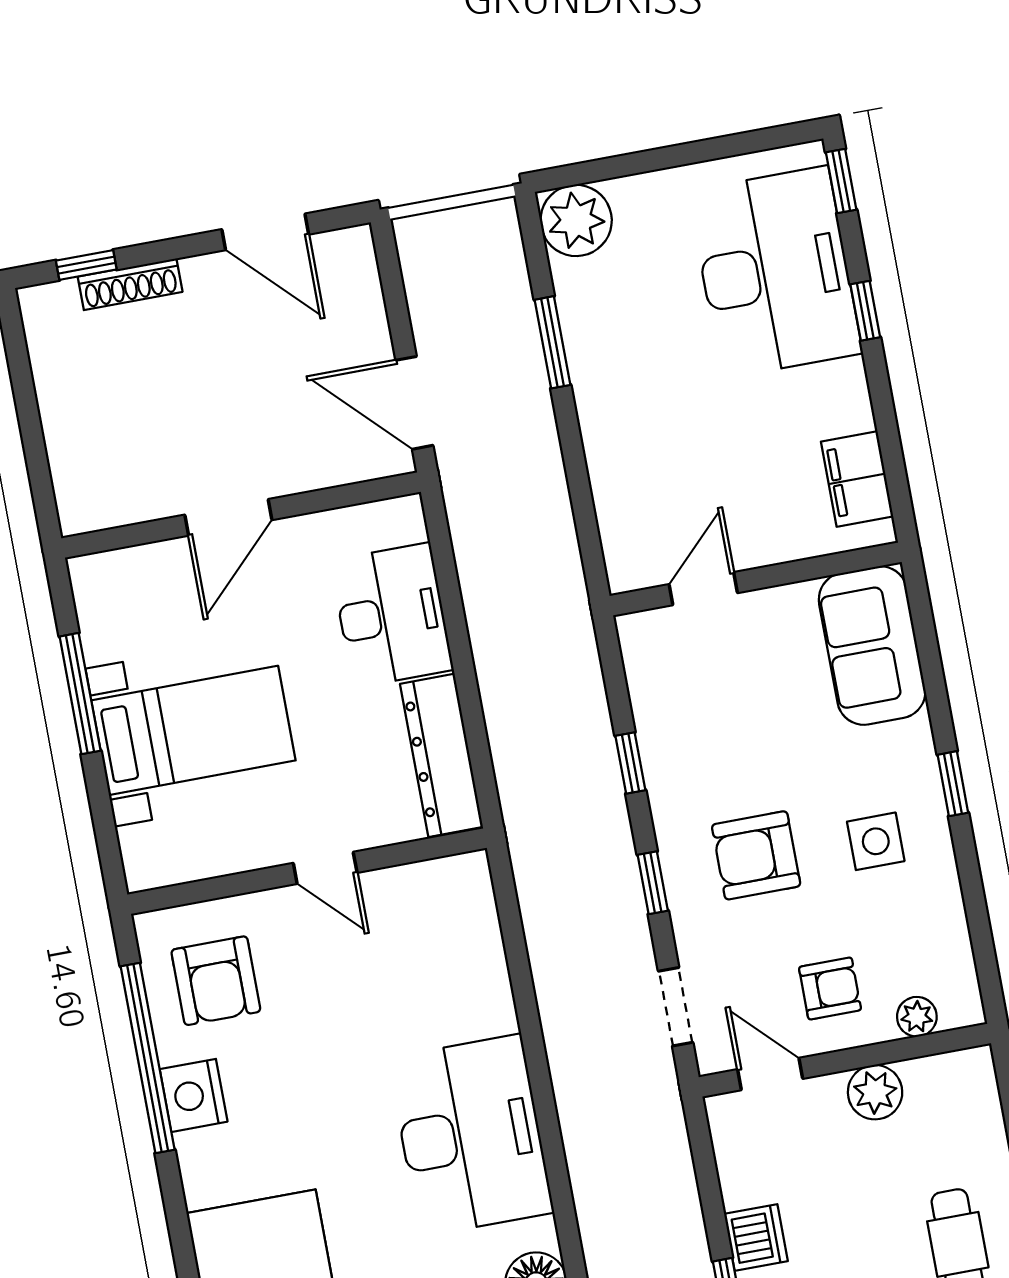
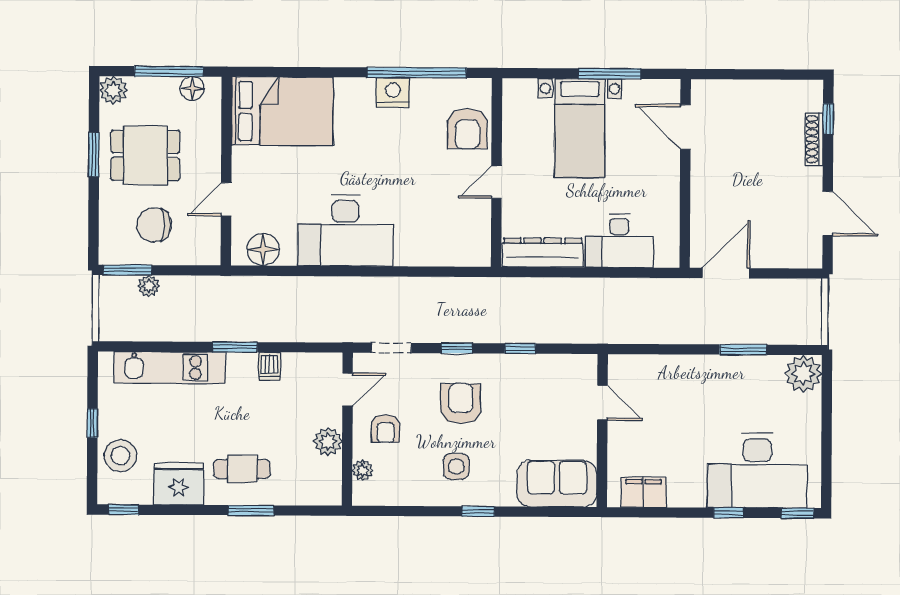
door: (265, 232) -> (828, 213), swing flipped
door: (228, 517) -> (685, 127), moved
armchair: (216, 981) -> (467, 129), moved, turned -90
dishwasher: (756, 1237) -> (269, 366), width x0.73

